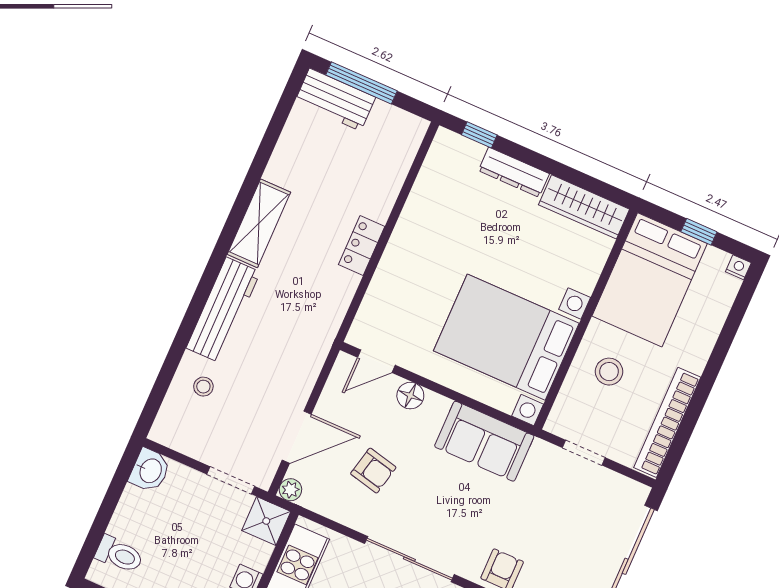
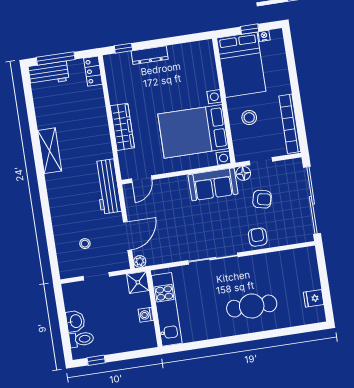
wardrobe: (584, 207) -> (122, 127), moved, turned -90
locker: (362, 245) -> (93, 71), moved
nightstand: (738, 267) -> (264, 36), moved
workbench: (223, 310) -> (108, 187), moved, turned 180
stool: (203, 387) -> (85, 244), moved
floor lamp: (410, 396) -> (243, 173), moved
washbasin: (150, 470) -> (75, 321), moved
armchair: (373, 471) -> (262, 199), moved
doorway: (231, 480) -> (96, 276), moved

